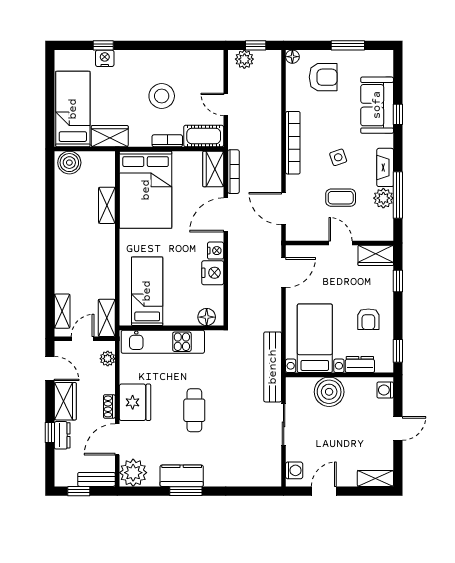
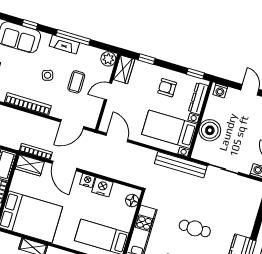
window: (398, 195) -> (73, 37), moved
plant: (383, 198) -> (108, 59), moved
armchair: (368, 319) -> (167, 88), turned 180
dresser: (360, 364) -> (198, 99), width x1.44

